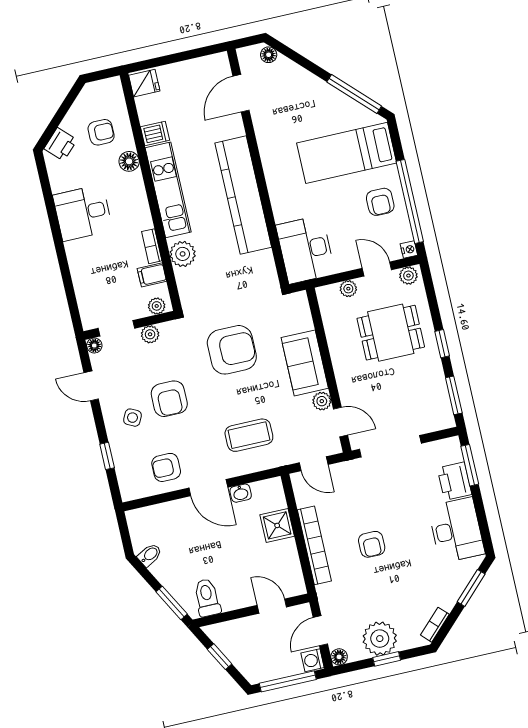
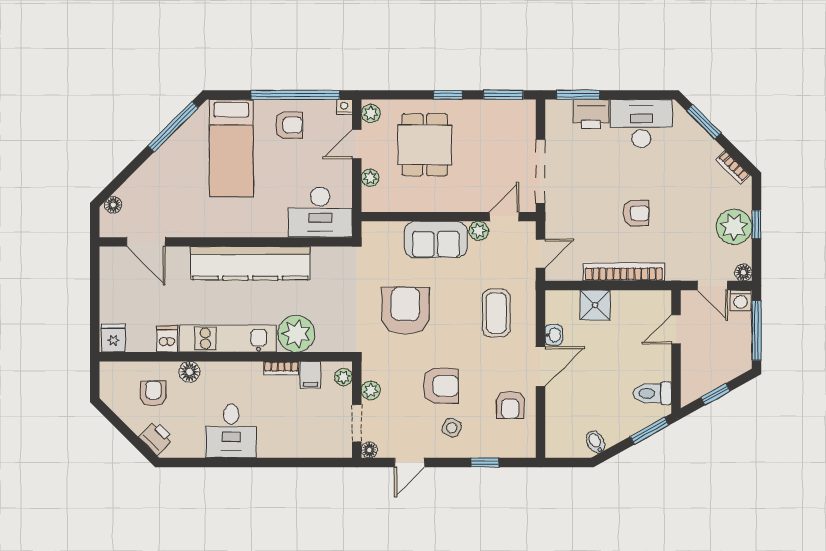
plant: (183, 254) -> (296, 334), width x1.36, depth x1.36

